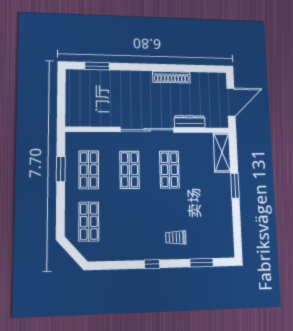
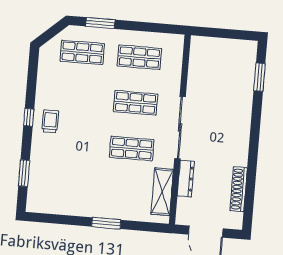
shoe rack: (171, 77) -> (239, 189), moved
shelving: (222, 152) -> (162, 192), moved, turned 90
window: (61, 169) -> (100, 23), moved
trolley: (176, 238) -> (50, 121), moved

